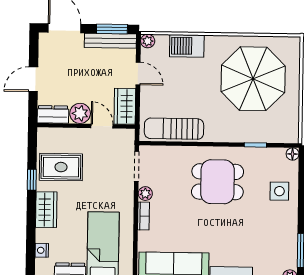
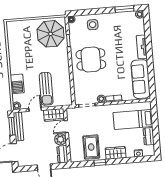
parasol: (253, 79) -> (51, 34), moved, width x0.73, depth x0.73
sun lounger: (174, 129) -> (46, 89), moved
dining table: (218, 182) -> (91, 59), turned 90

